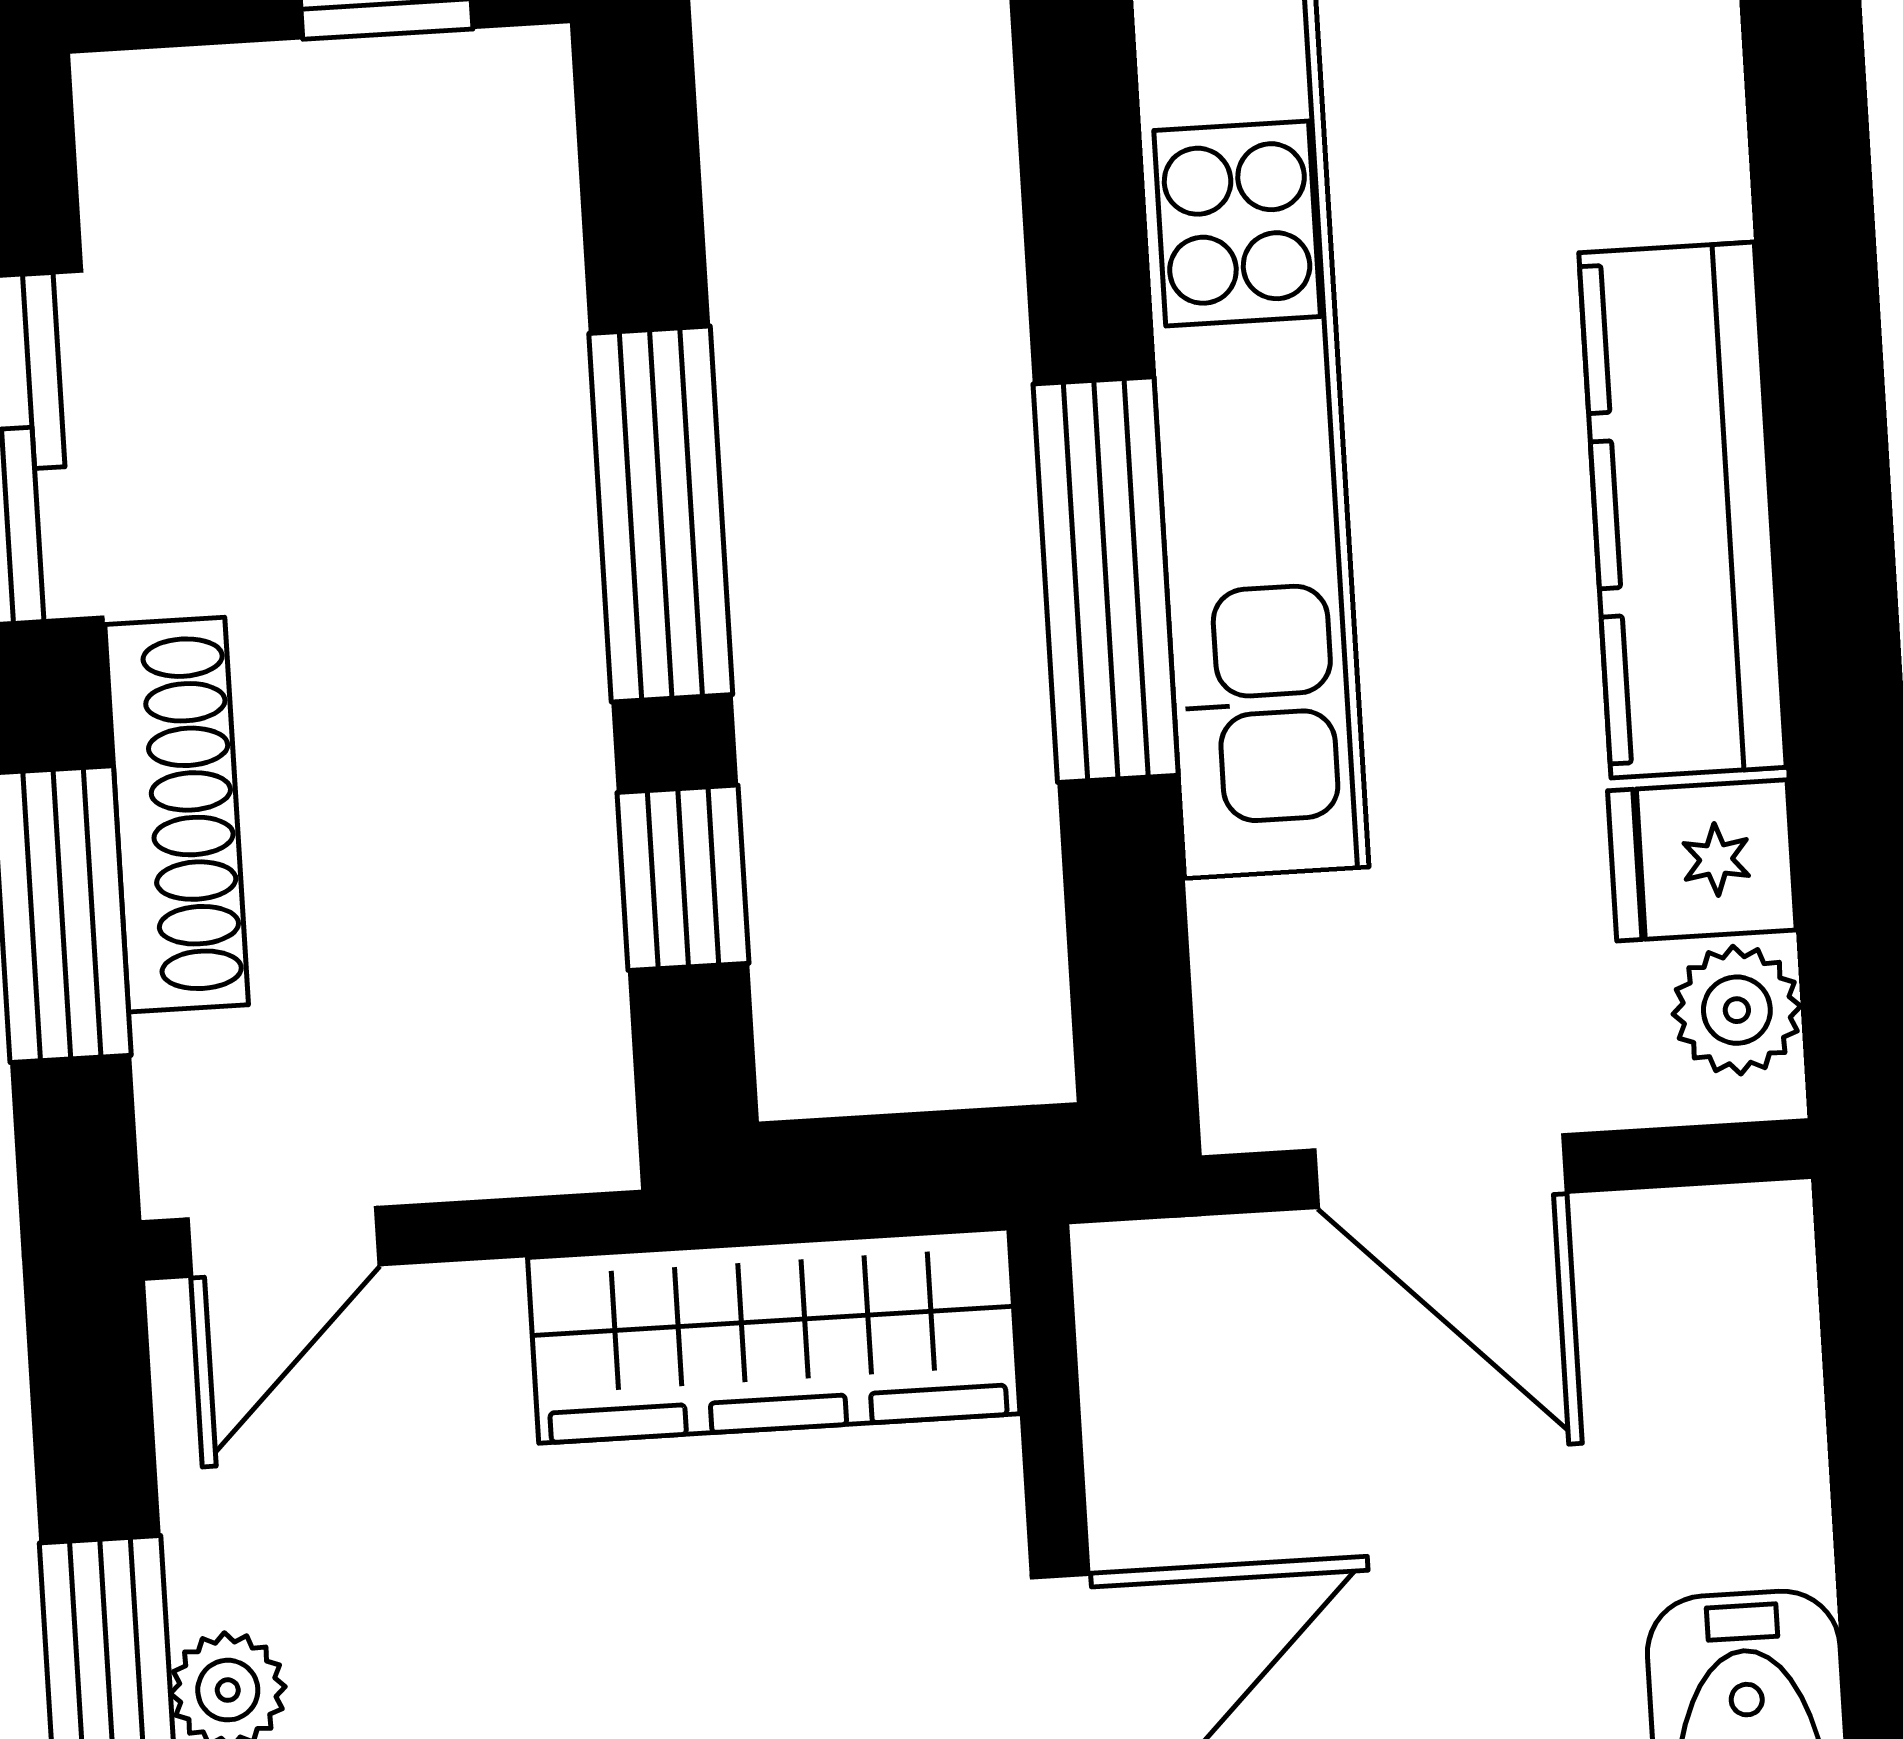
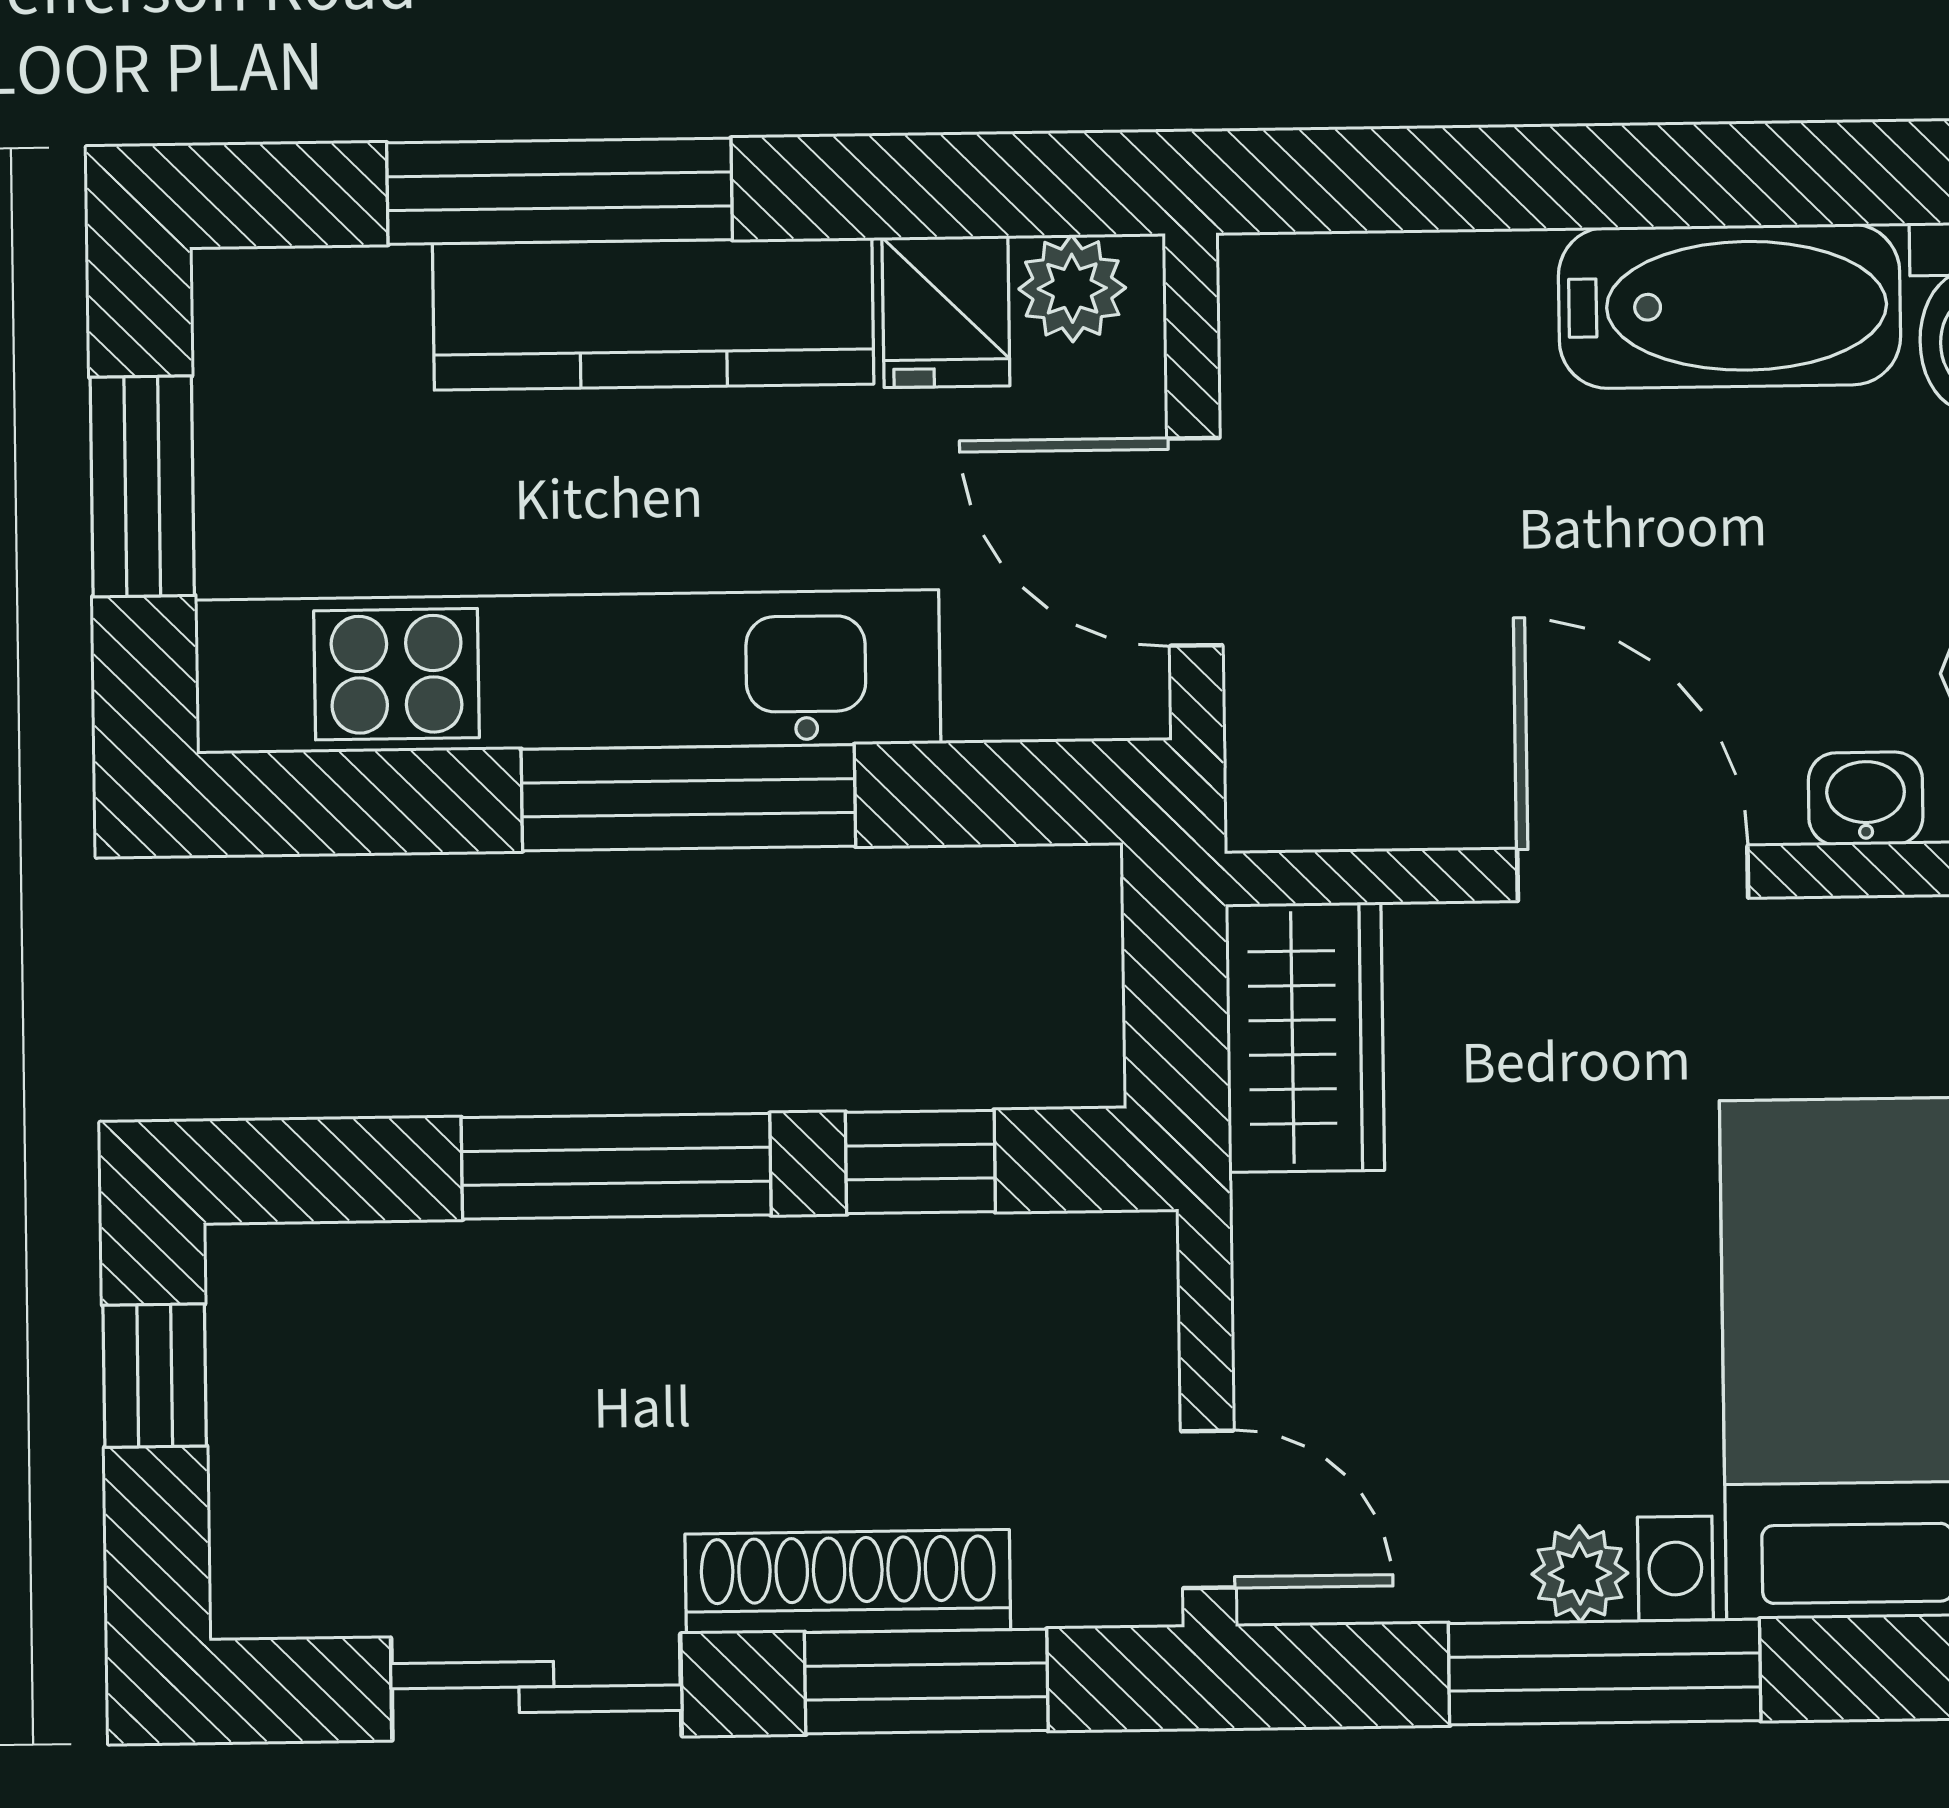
window: (1824, 391) -> (559, 191), added
door: (1440, 1171) -> (1195, 542), swing flipped
wardrobe: (774, 1336) -> (1305, 1037), width x0.67

